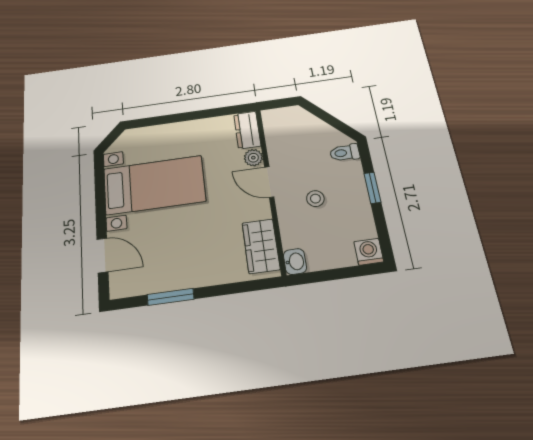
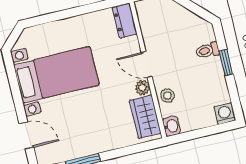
toilet: (345, 153) -> (207, 50), moved
plant: (253, 158) -> (142, 88), moved
stool: (315, 199) -> (167, 96), moved

